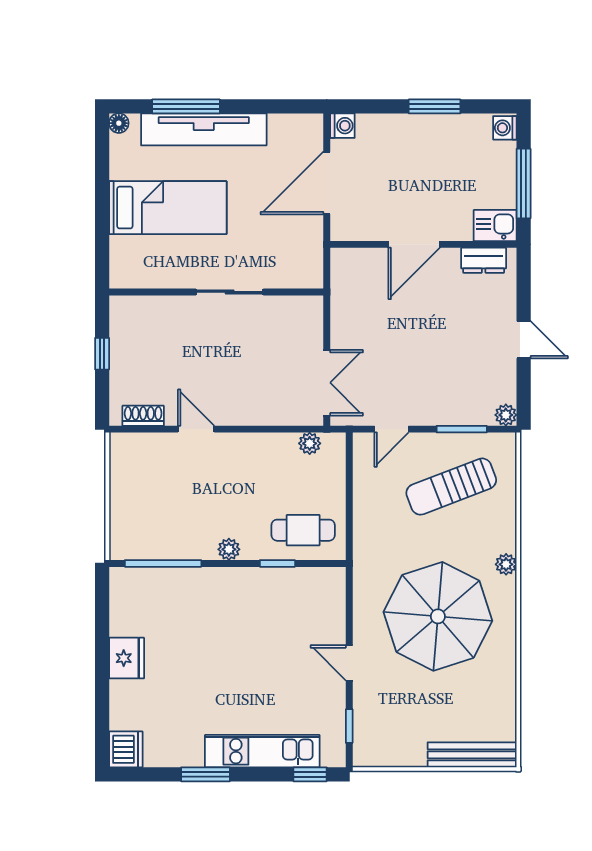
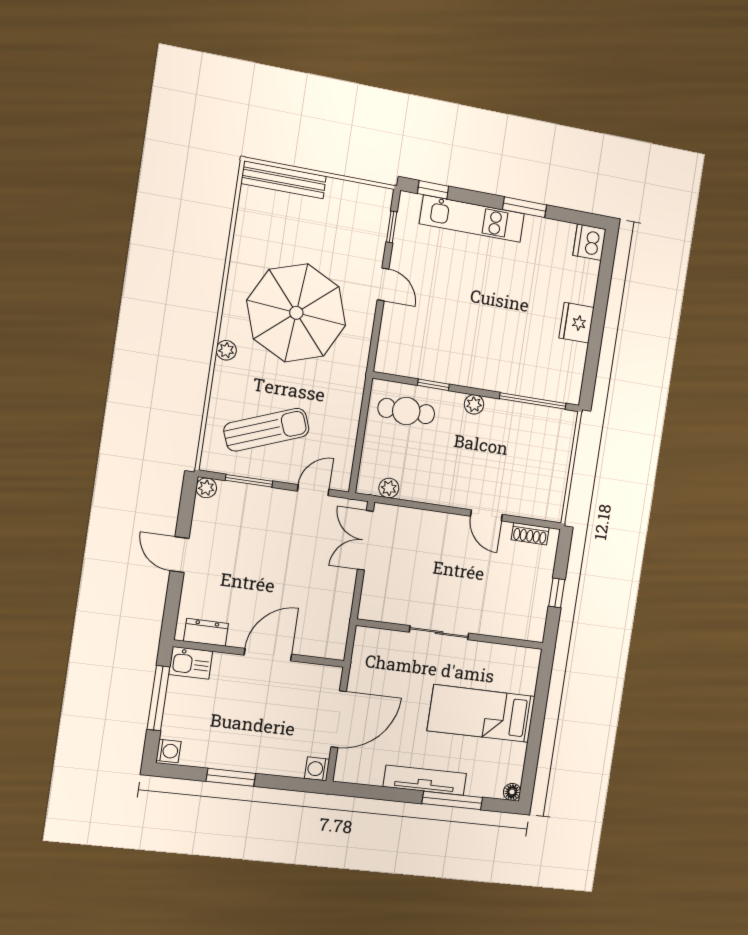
tv unit: (204, 129) -> (425, 780), width x0.73, depth x0.78

